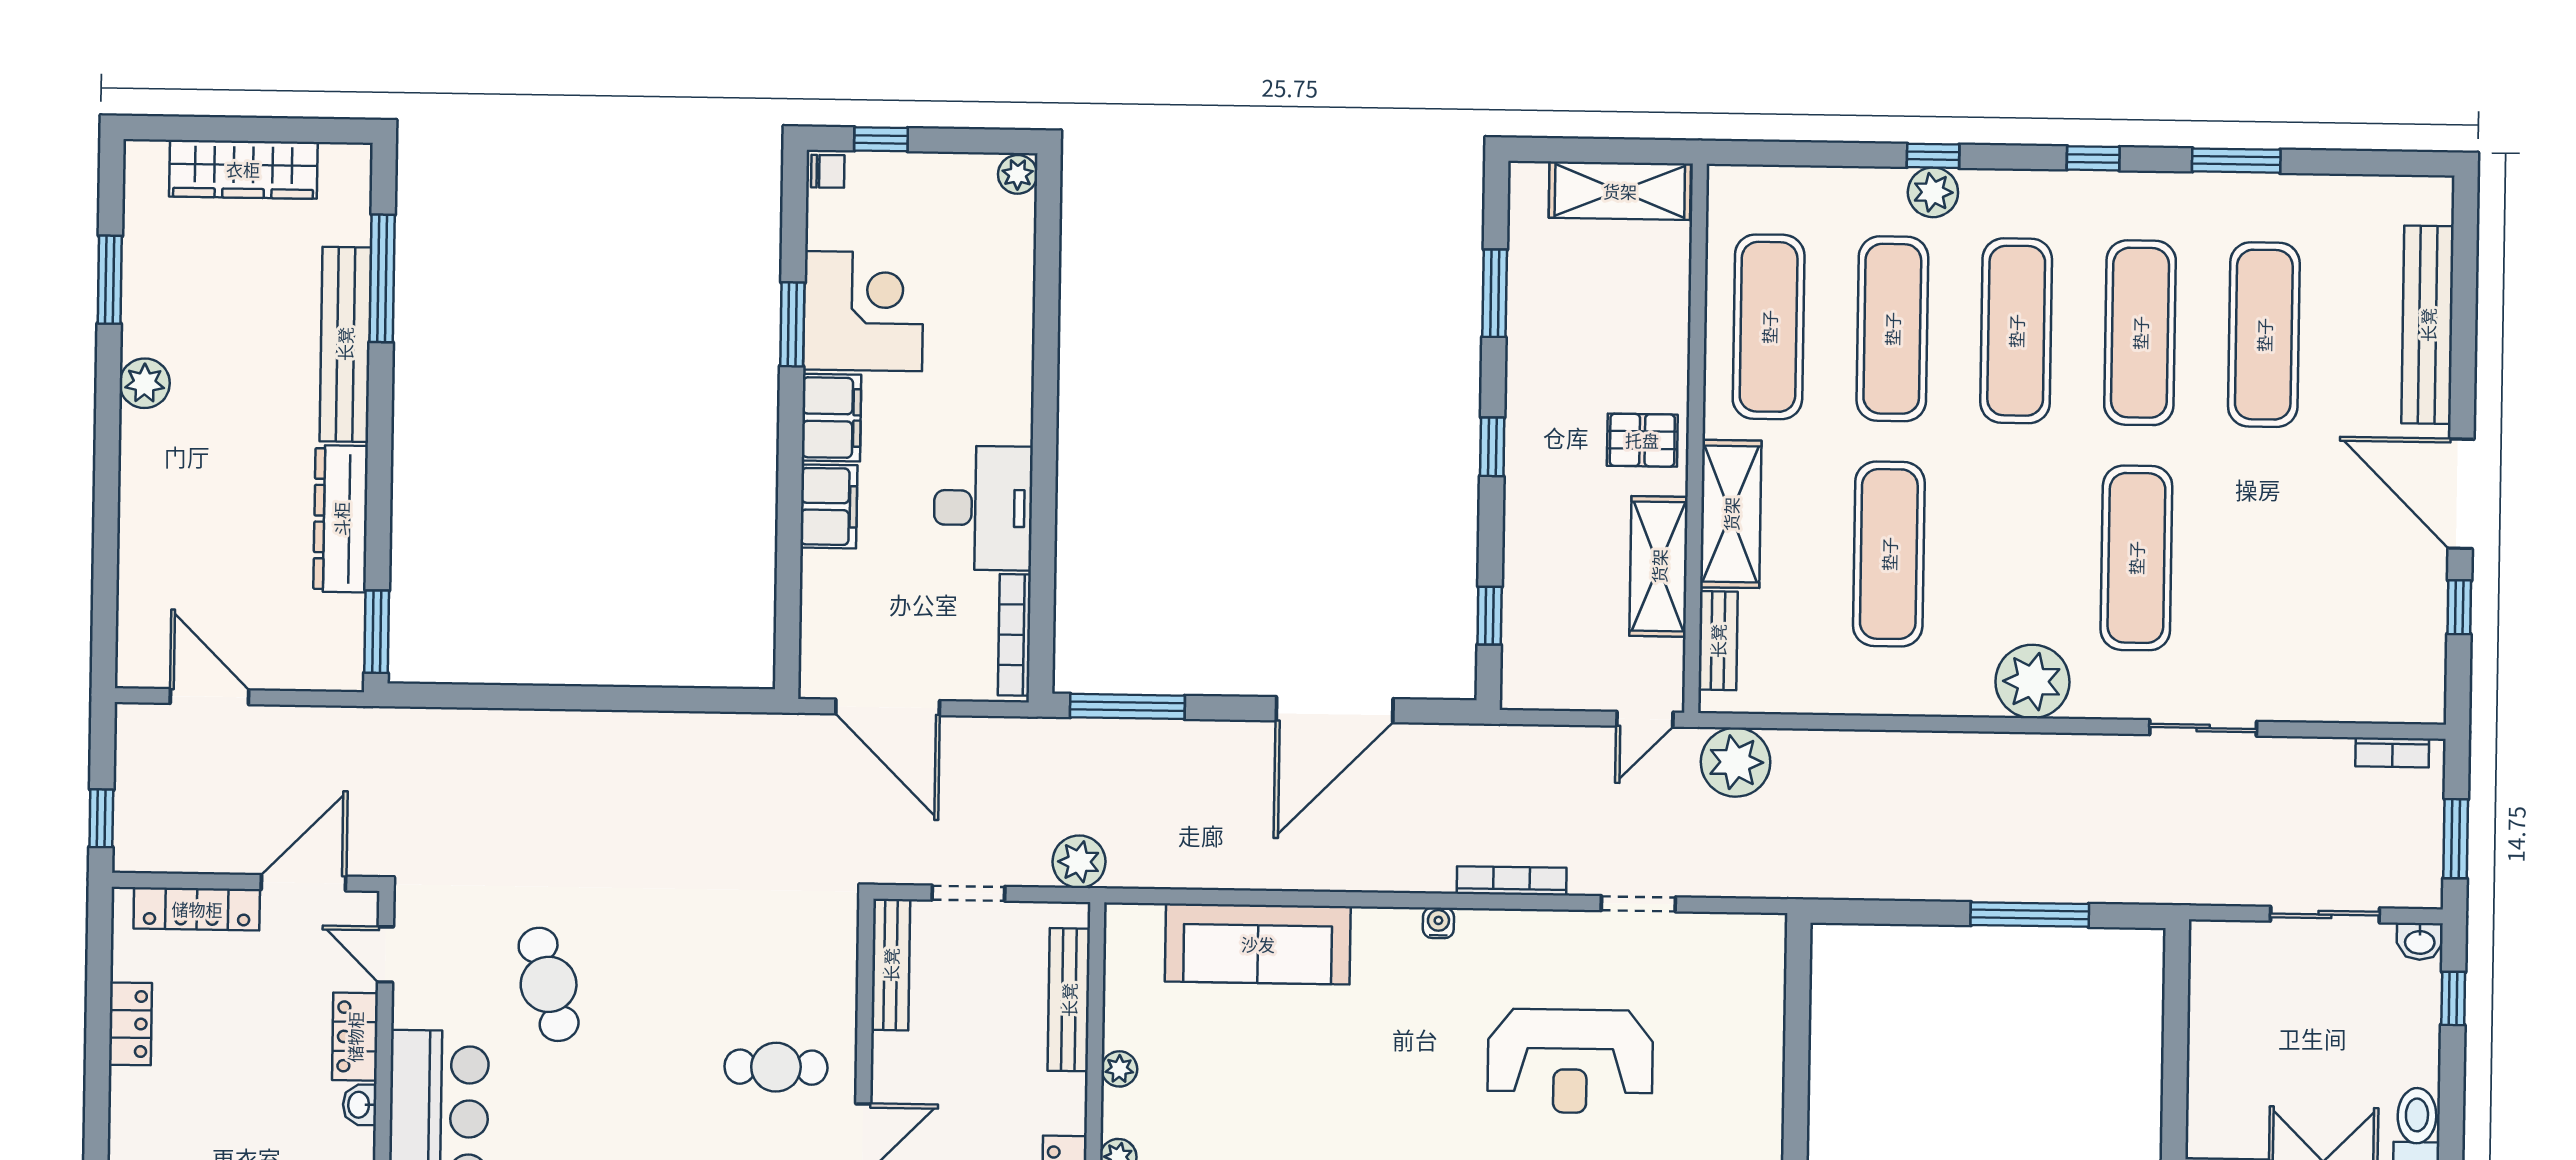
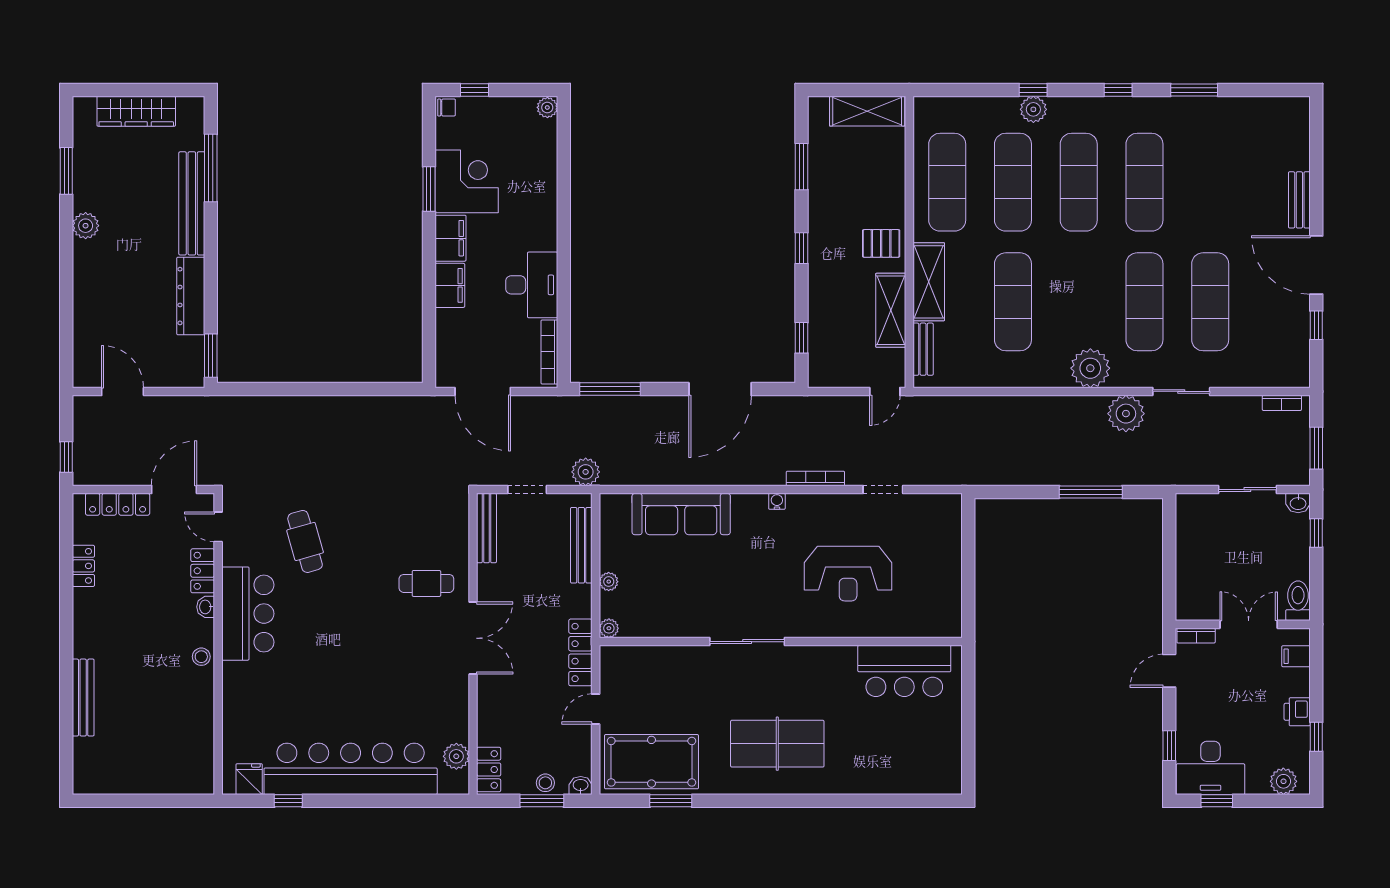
bench: (2428, 325) -> (1299, 200), width x0.54, depth x0.82
exercise mat: (2264, 335) -> (1210, 302), moved
plant: (1736, 762) -> (1126, 414), moved

